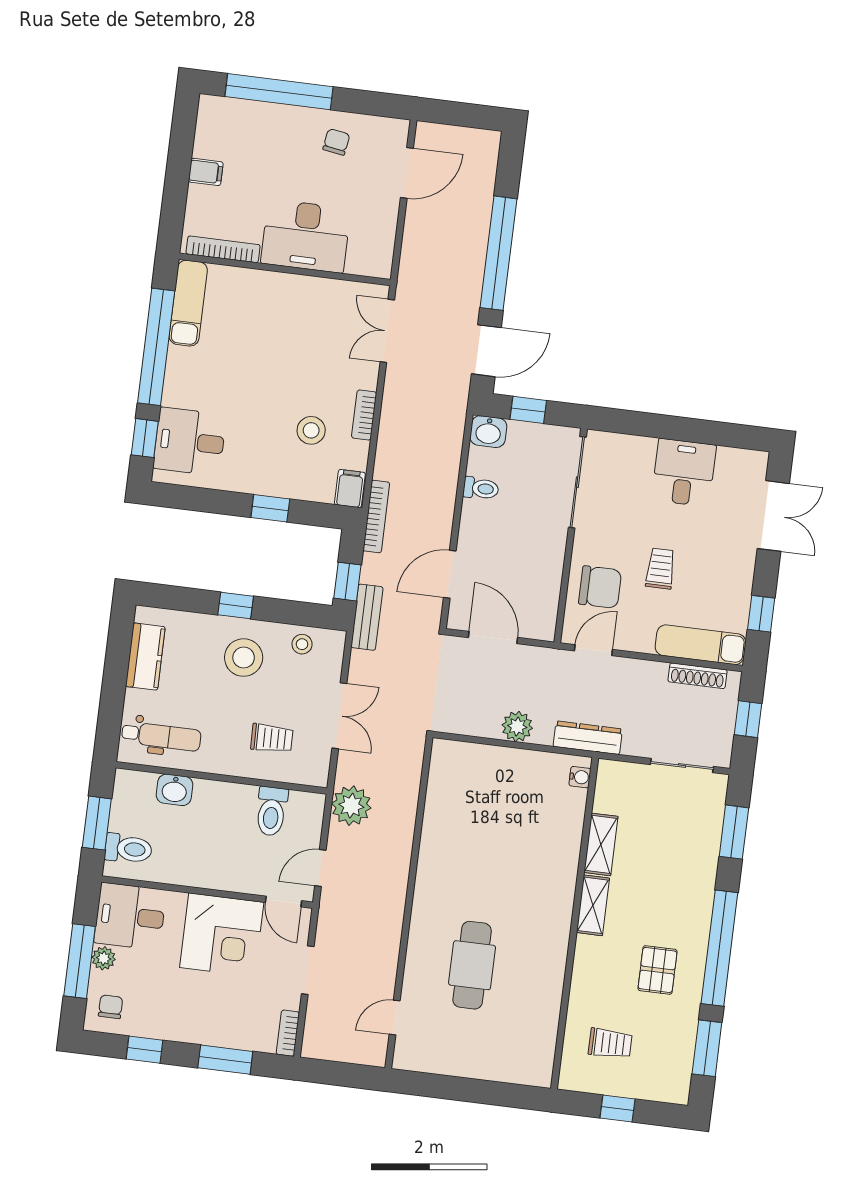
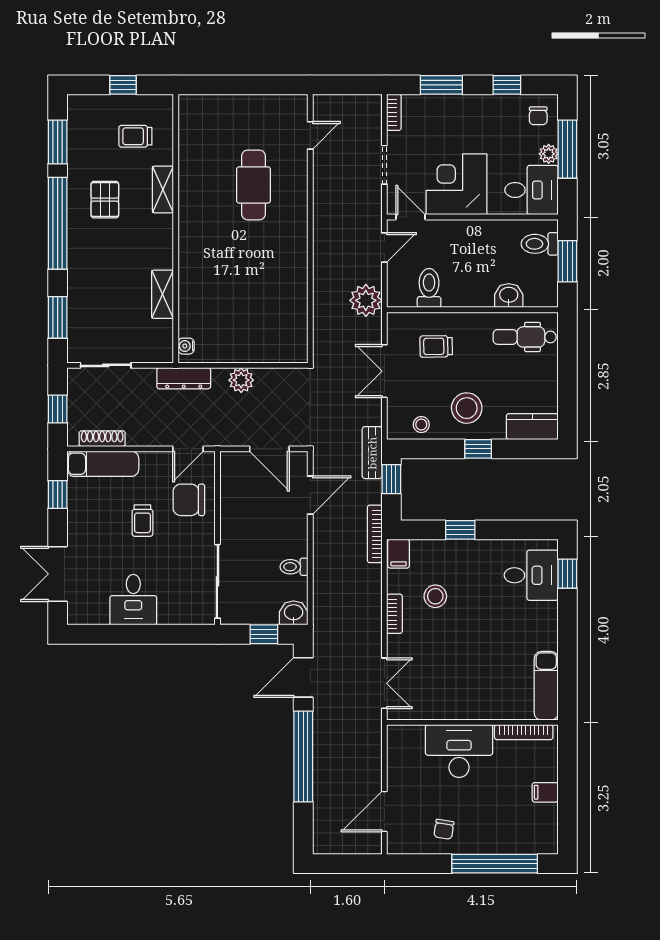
window: (156, 347) -> (567, 648), removed
kitchen counter: (145, 657) -> (532, 427), moved, turned 90
shelving: (593, 905) -> (163, 189), moved

